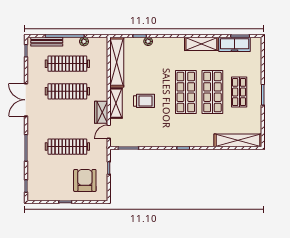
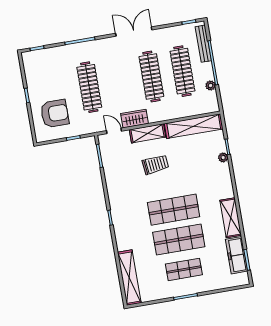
trolley: (144, 101) -> (155, 164), turned -96

